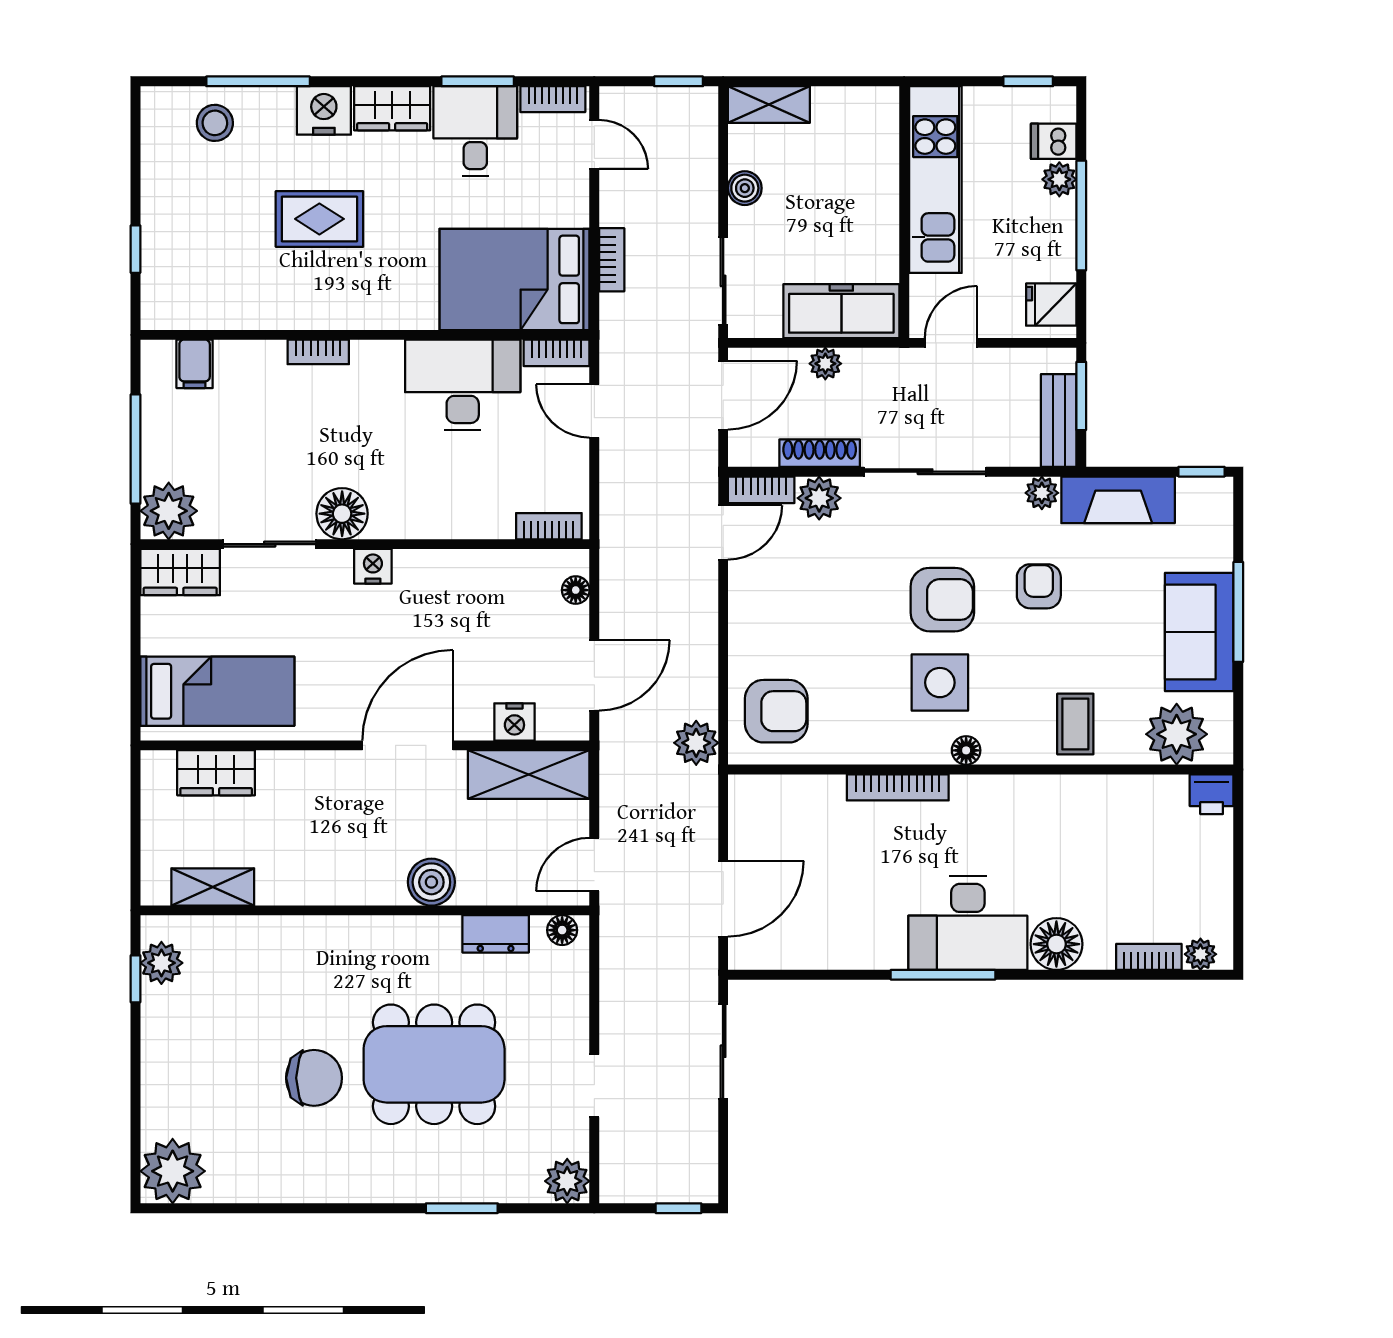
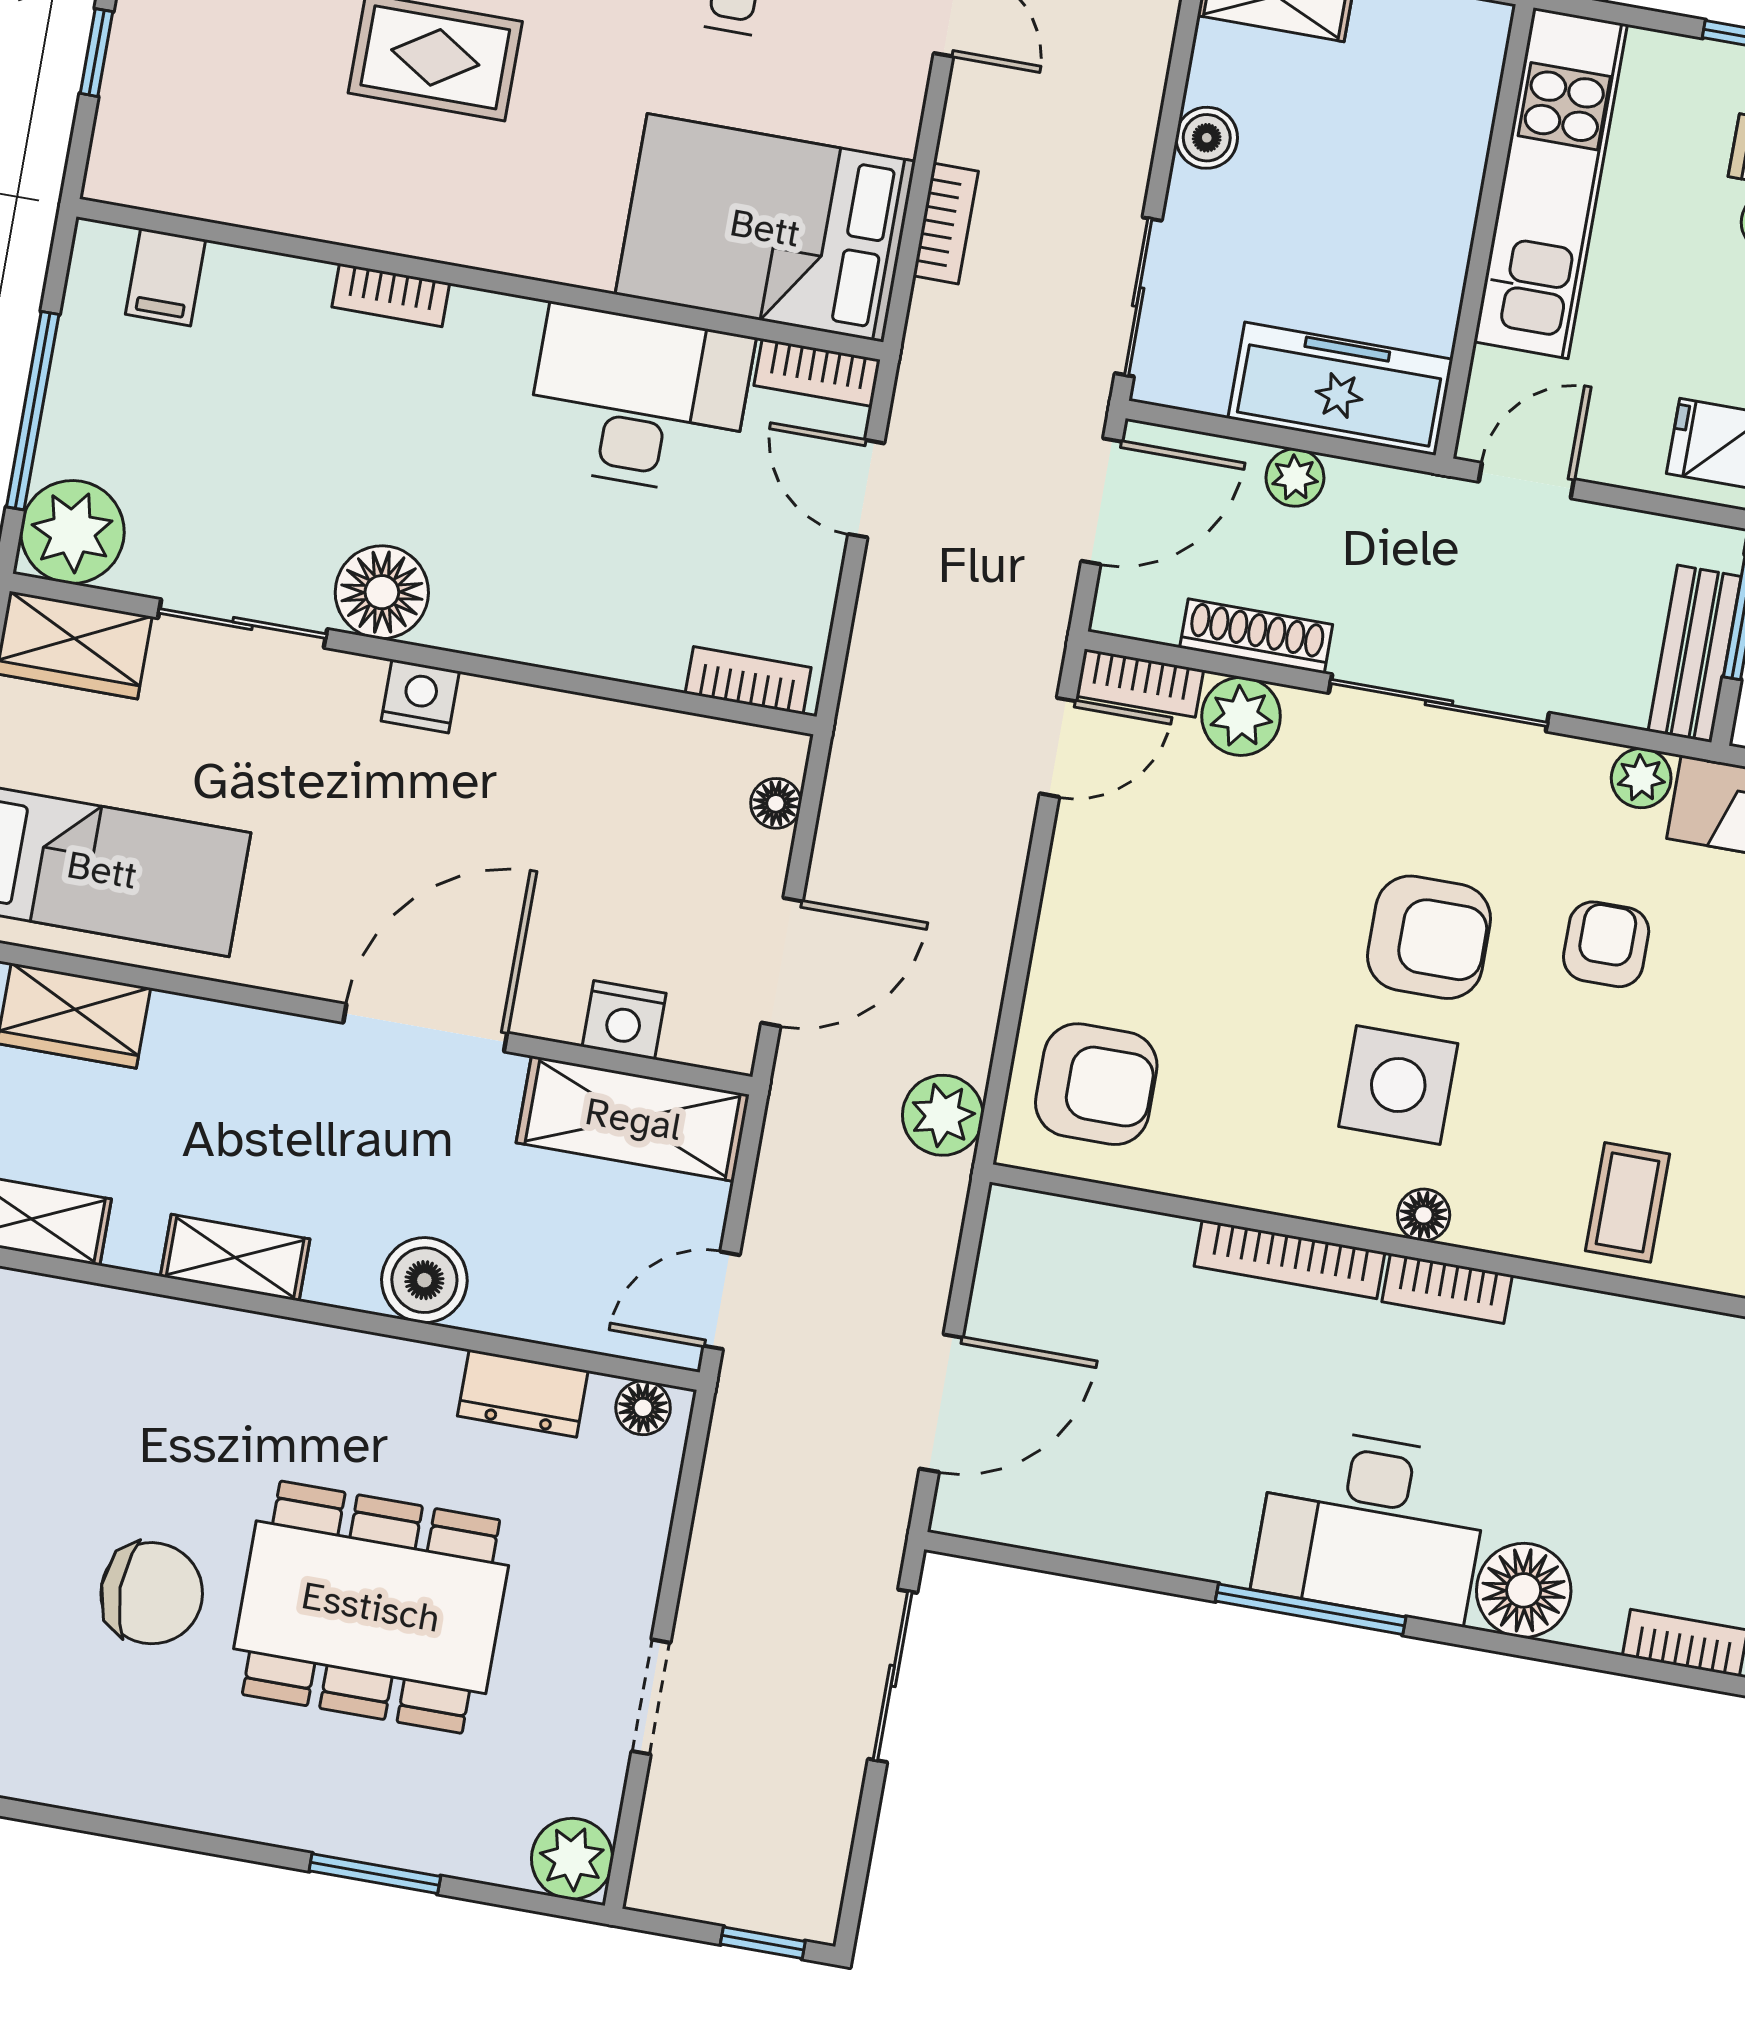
bookcase: (986, 788) -> (1447, 1288), added
shelving: (327, 888) -> (235, 1258), added

